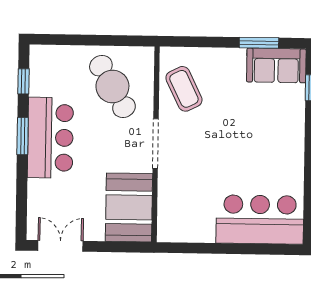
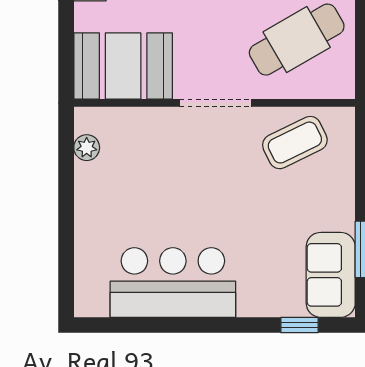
bar counter: (260, 220) -> (173, 282), moved, turned -90
plant: (185, 234) -> (87, 148), added

